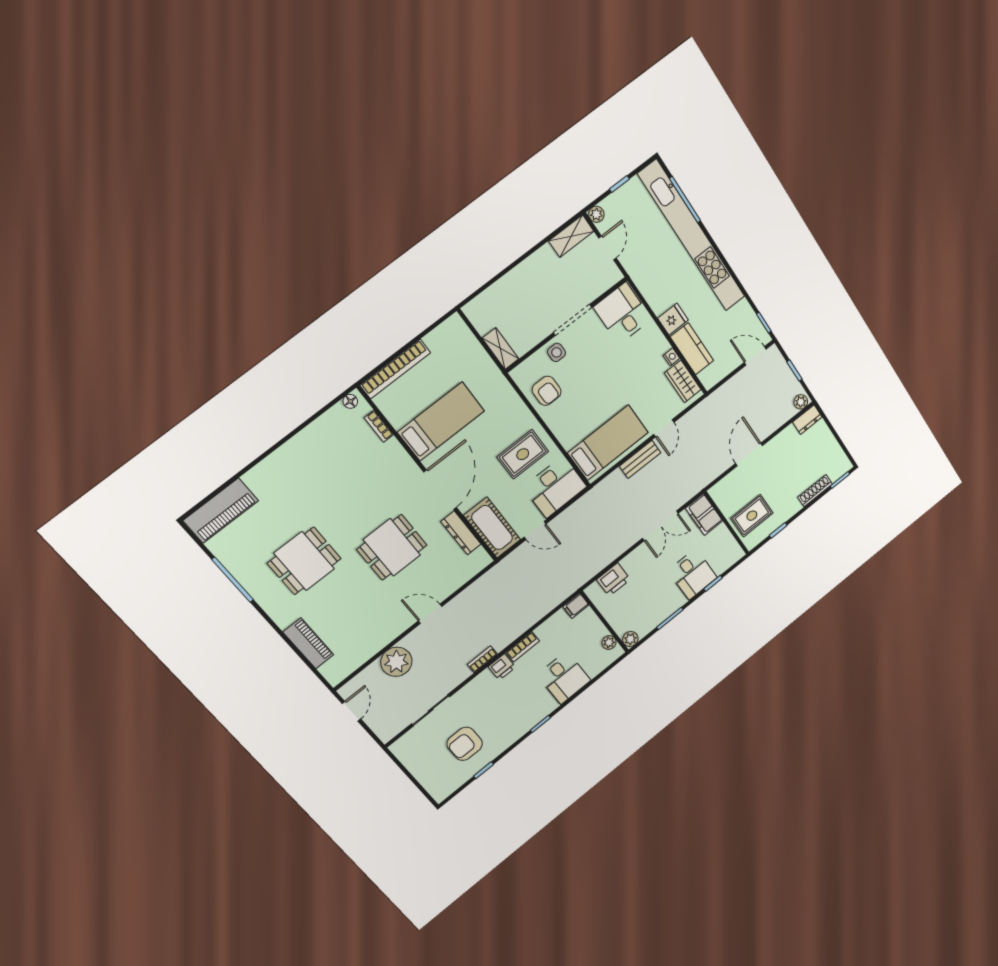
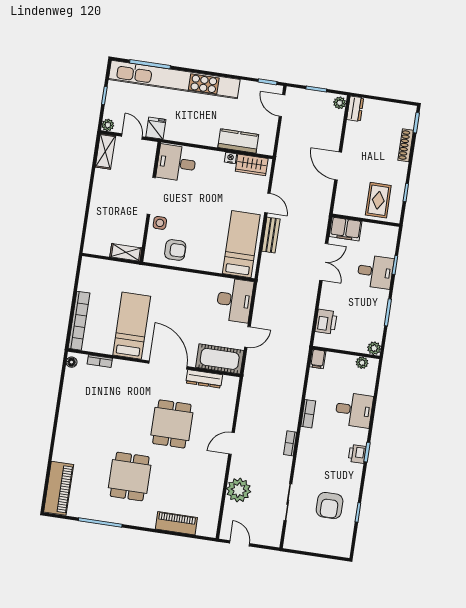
fridge: (673, 319) -> (156, 128), moved
door: (755, 356) -> (282, 106), hinge flipped
rug: (523, 454) -> (197, 299), removed
printer: (502, 667) -> (357, 454), moved, turned 180

